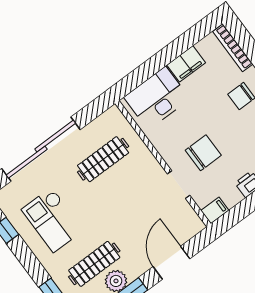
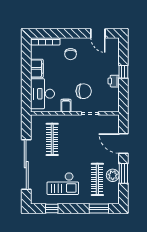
chair: (203, 153) -> (84, 91), turned 90
filing cabinet: (215, 210) -> (66, 106), moved

